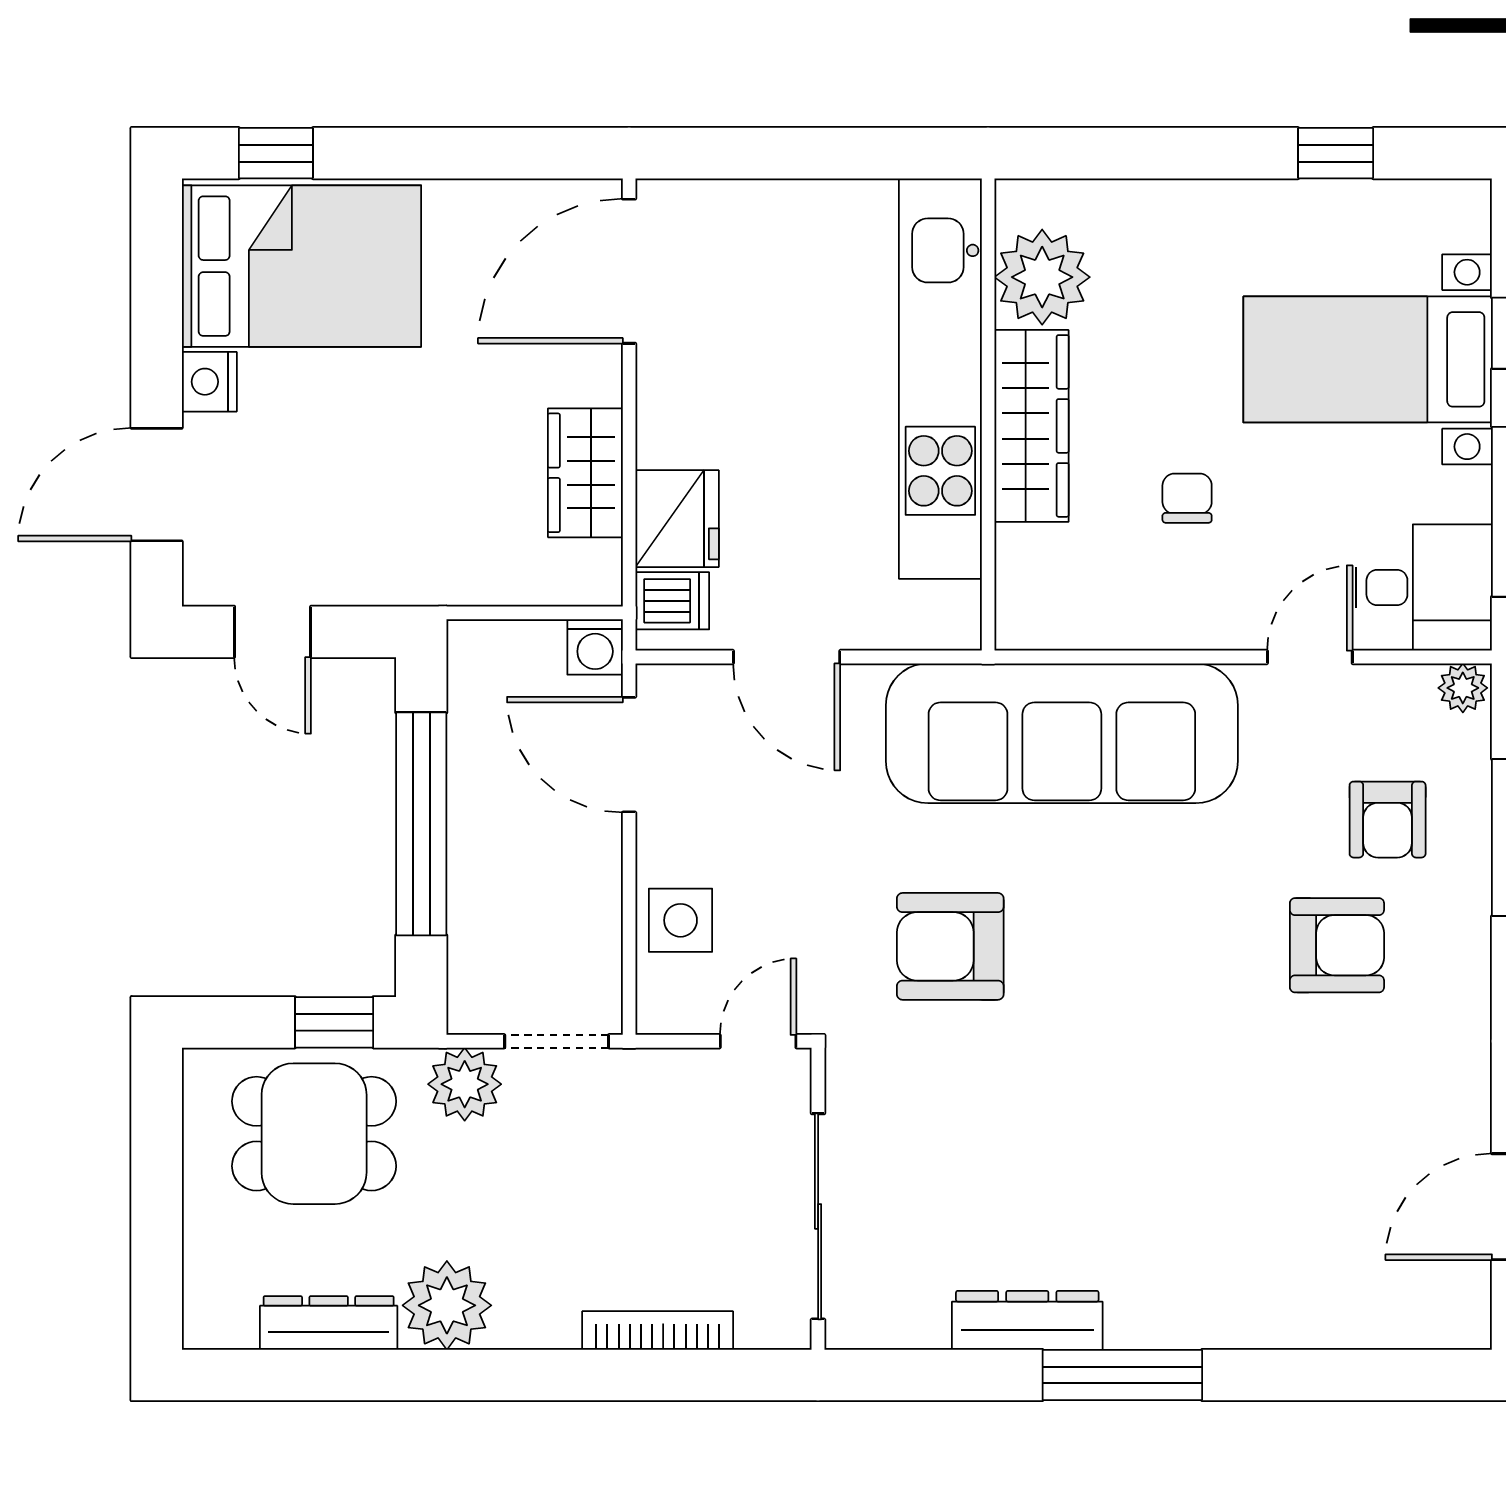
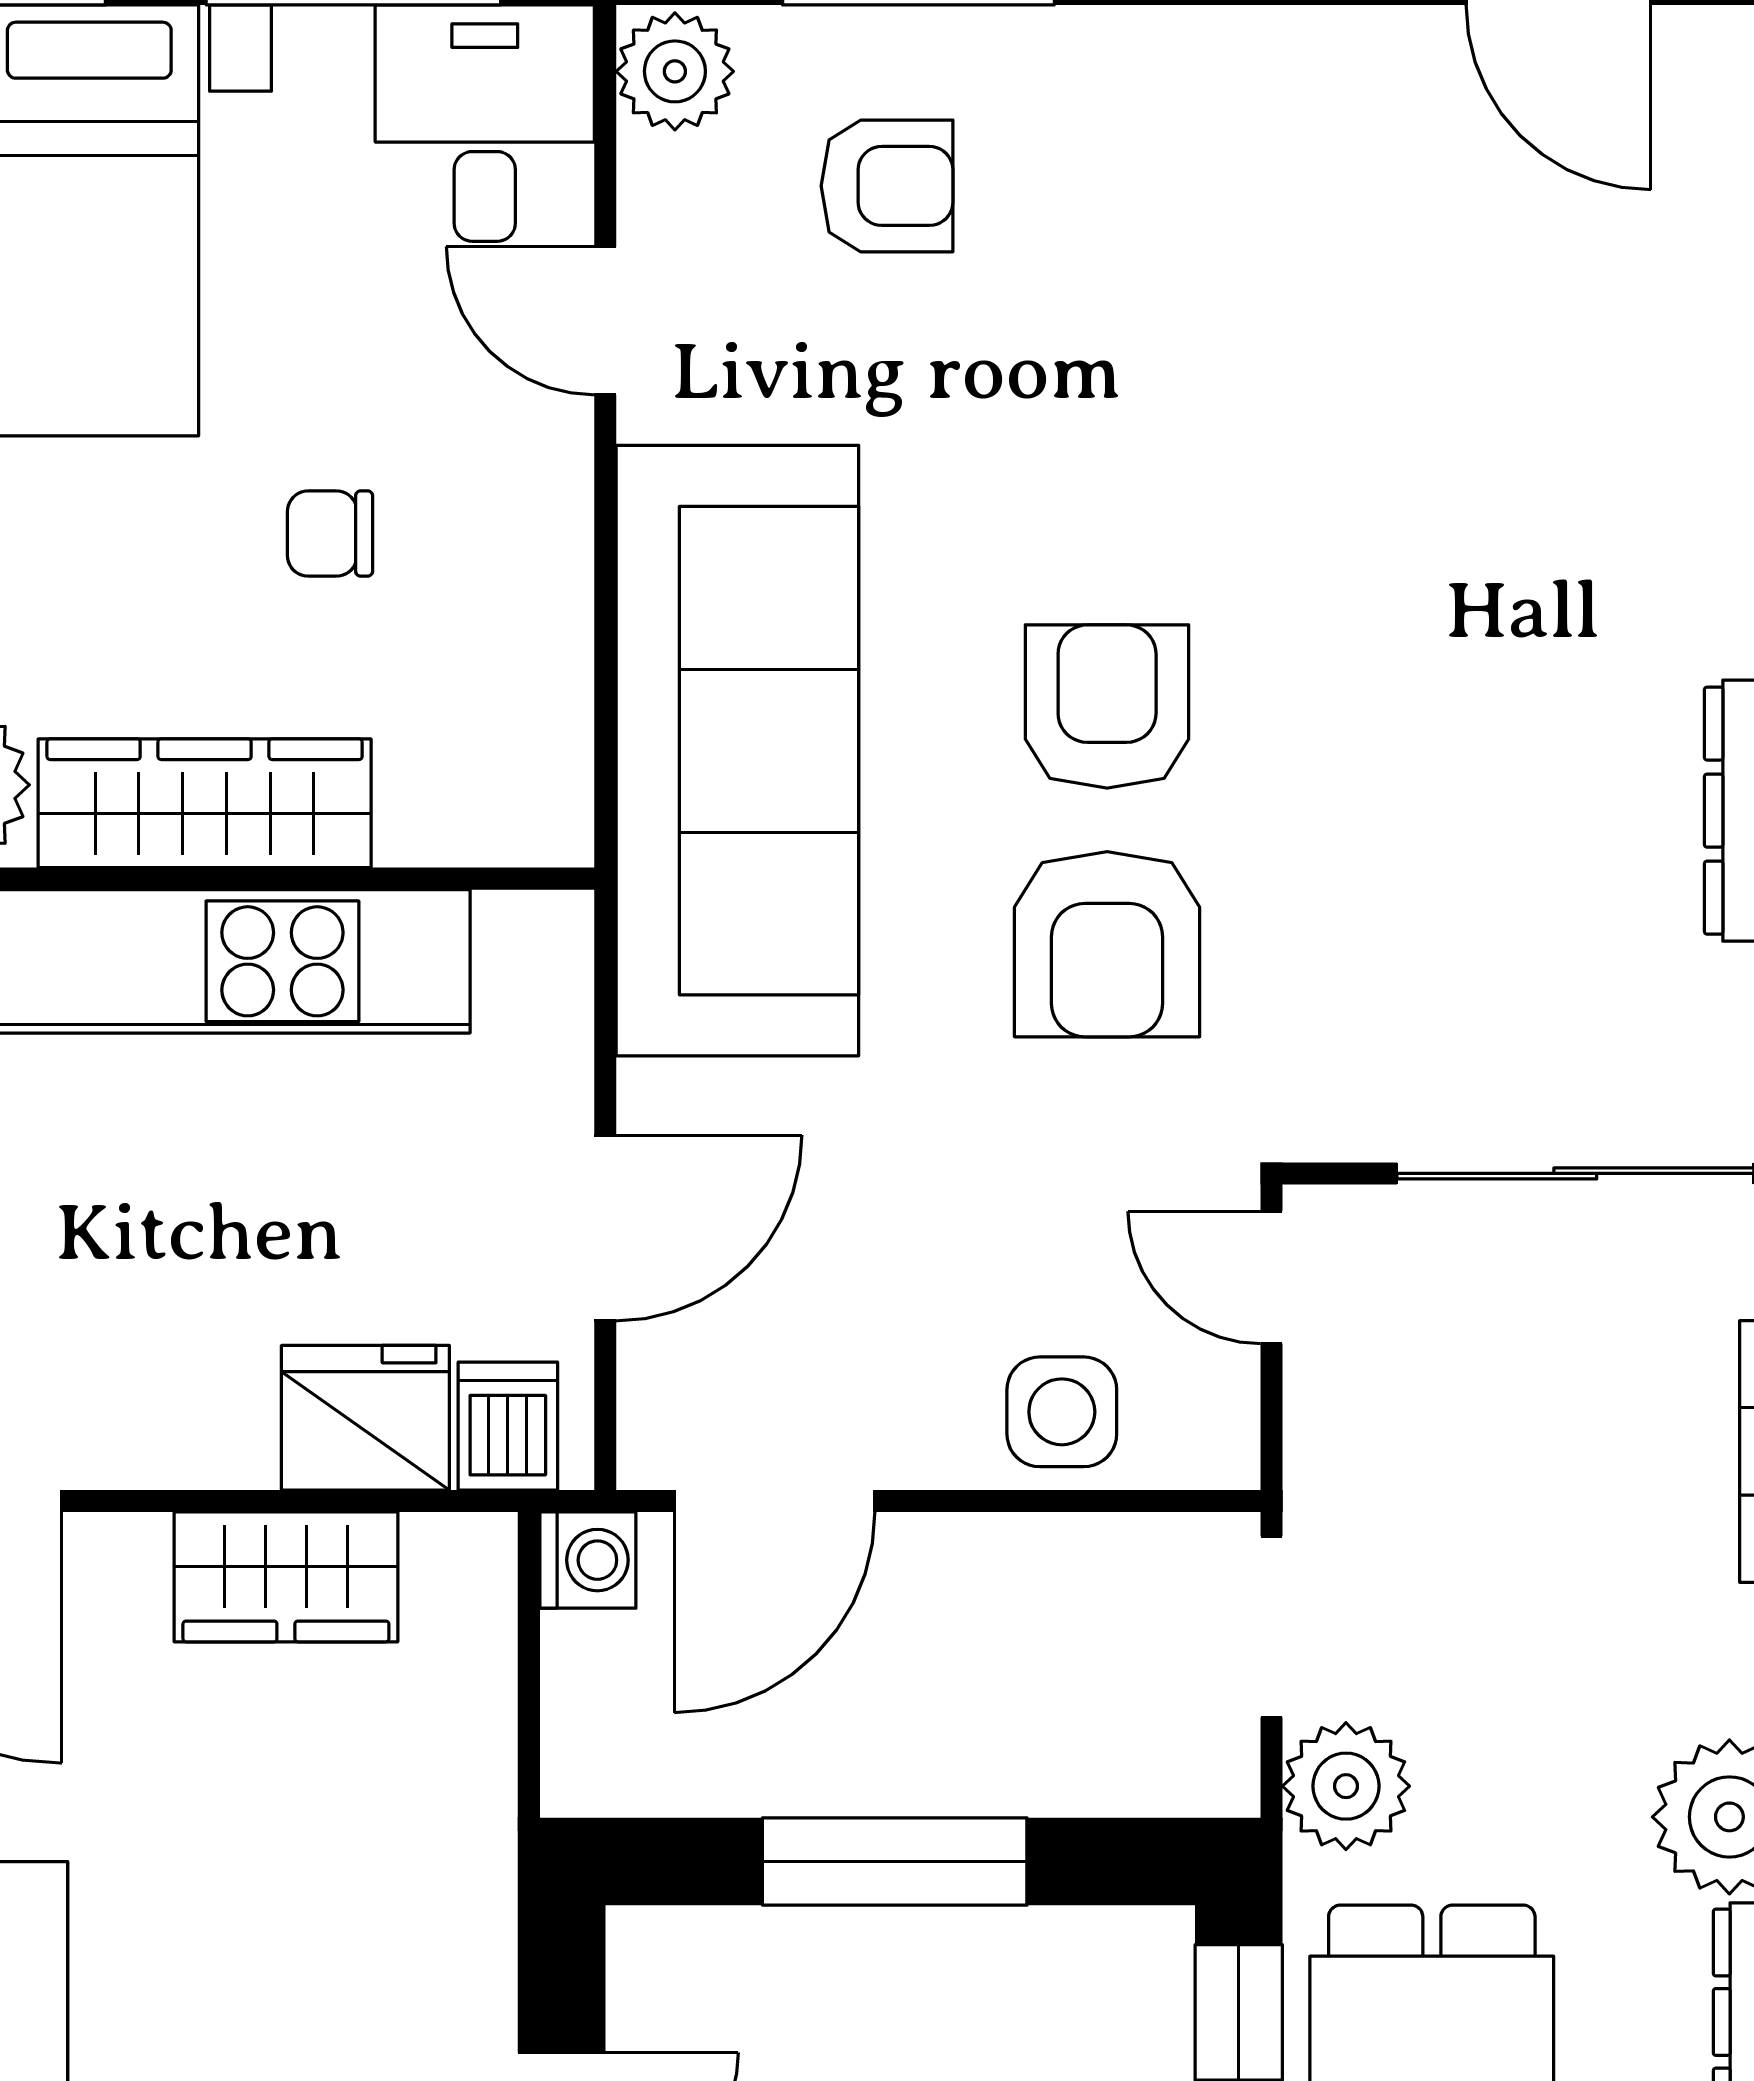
plant: (1463, 688) -> (675, 71), width x1.38, depth x1.38
window: (421, 824) -> (895, 1861), width x0.68
armchair: (1337, 945) -> (1107, 706), moved

